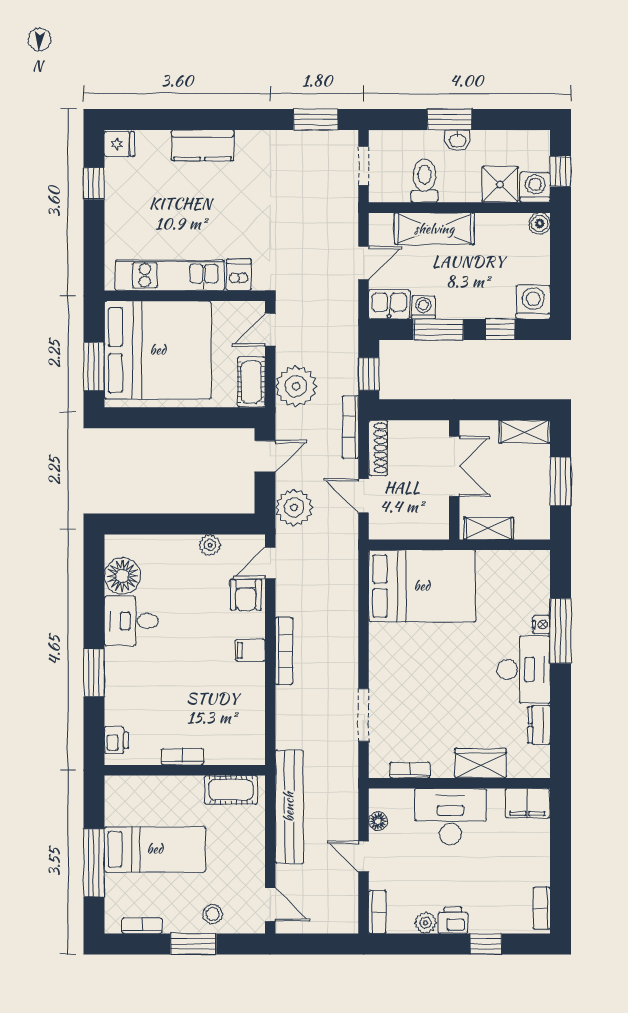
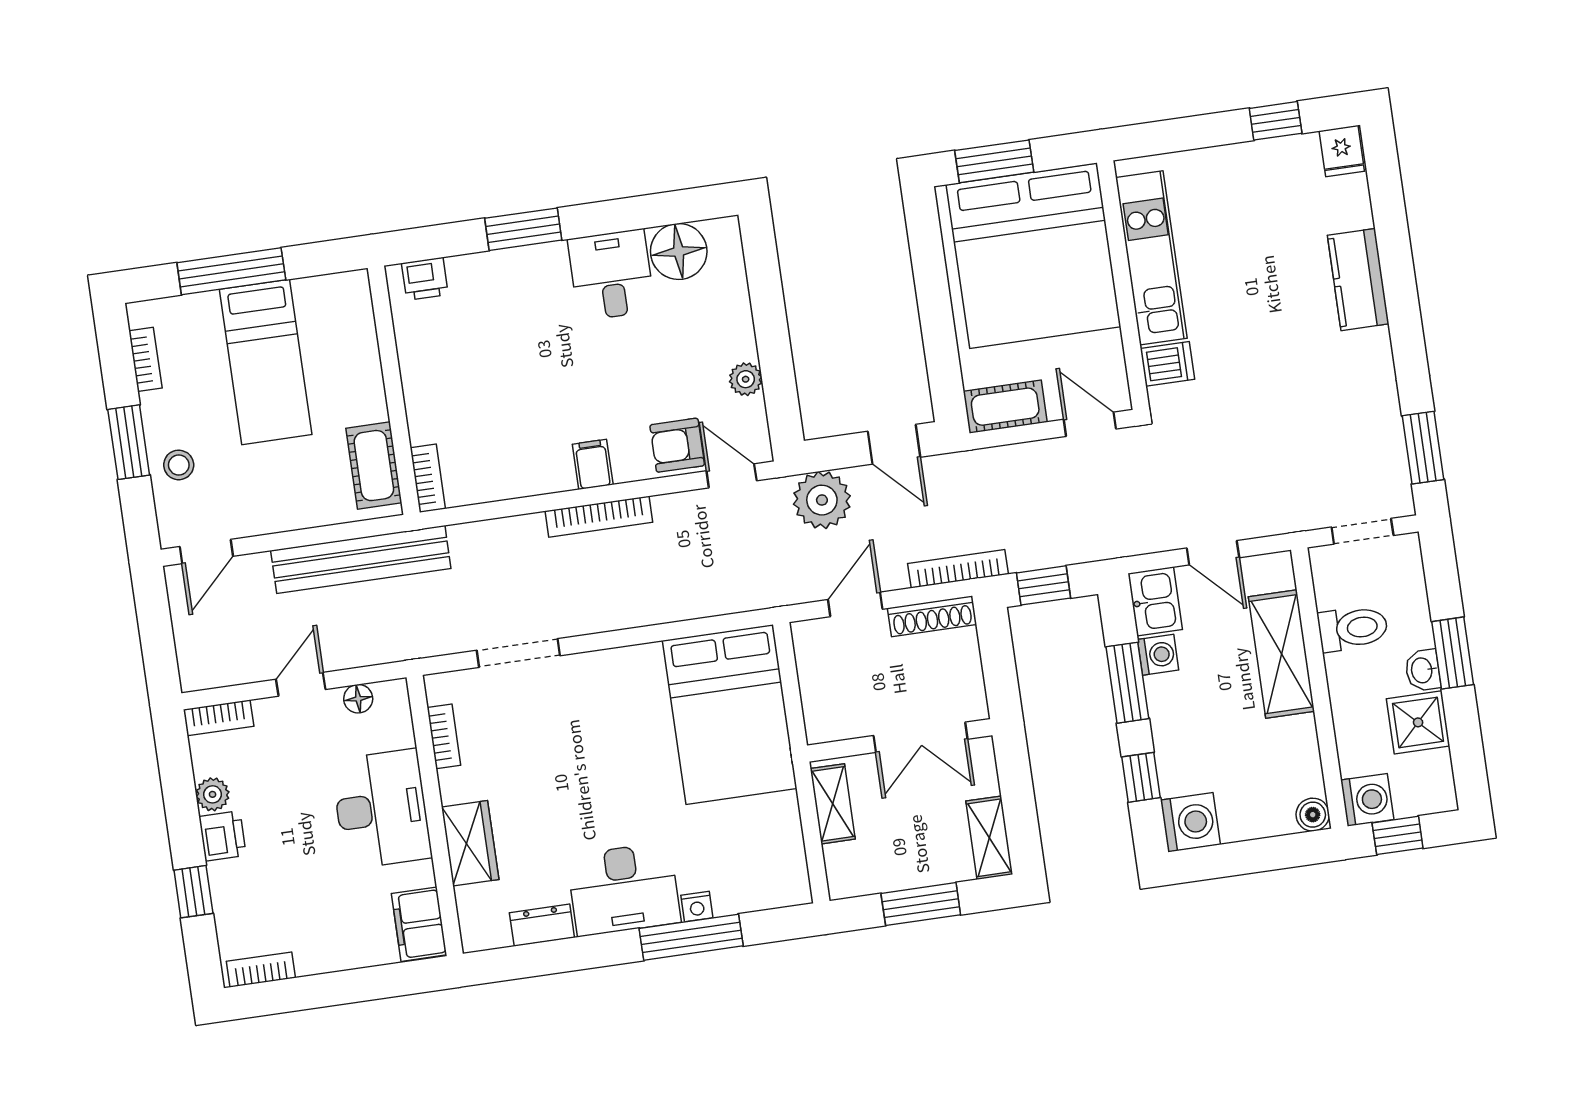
shower: (500, 184) -> (1418, 722), moved
plant: (296, 386) -> (1008, 476), removed
bookcase: (182, 757) -> (428, 478), moved

